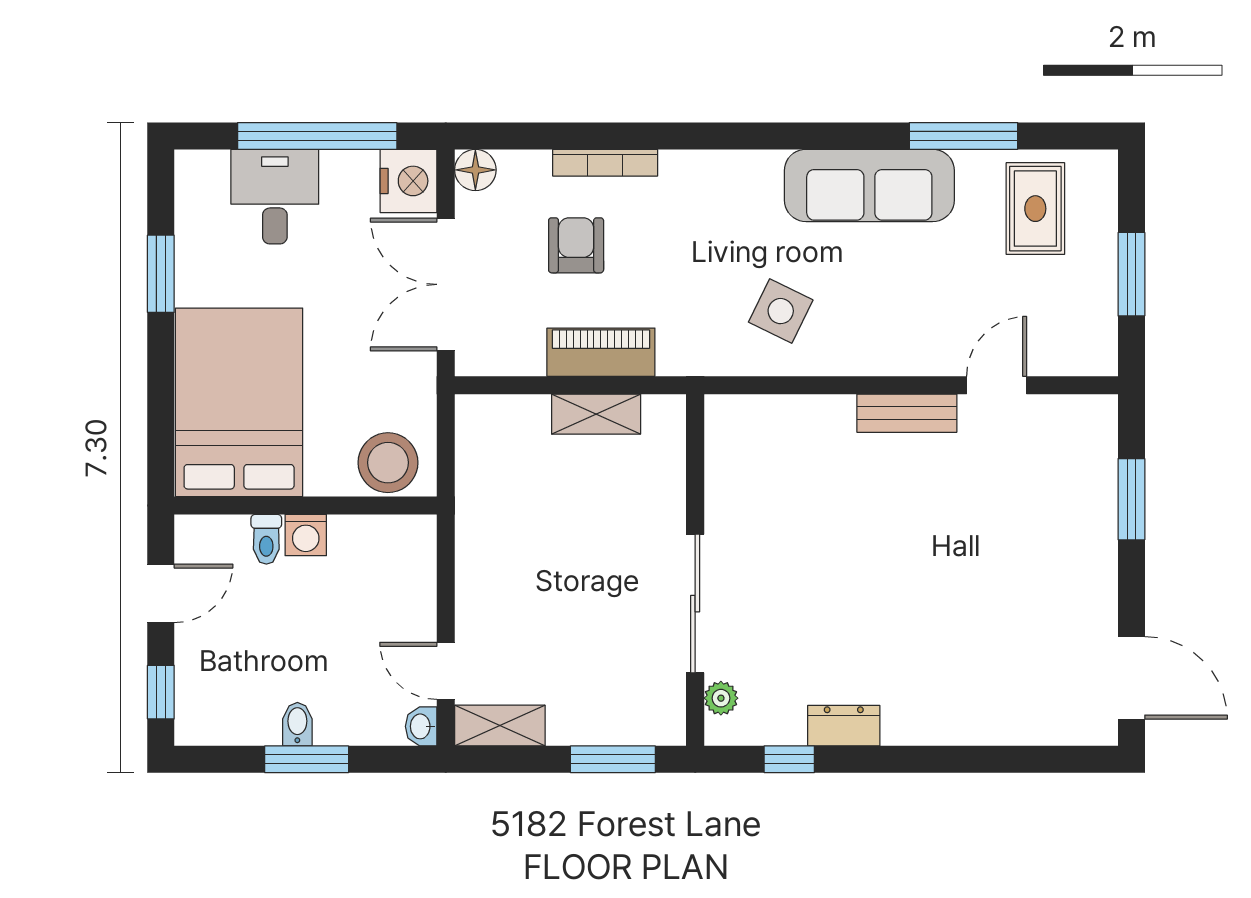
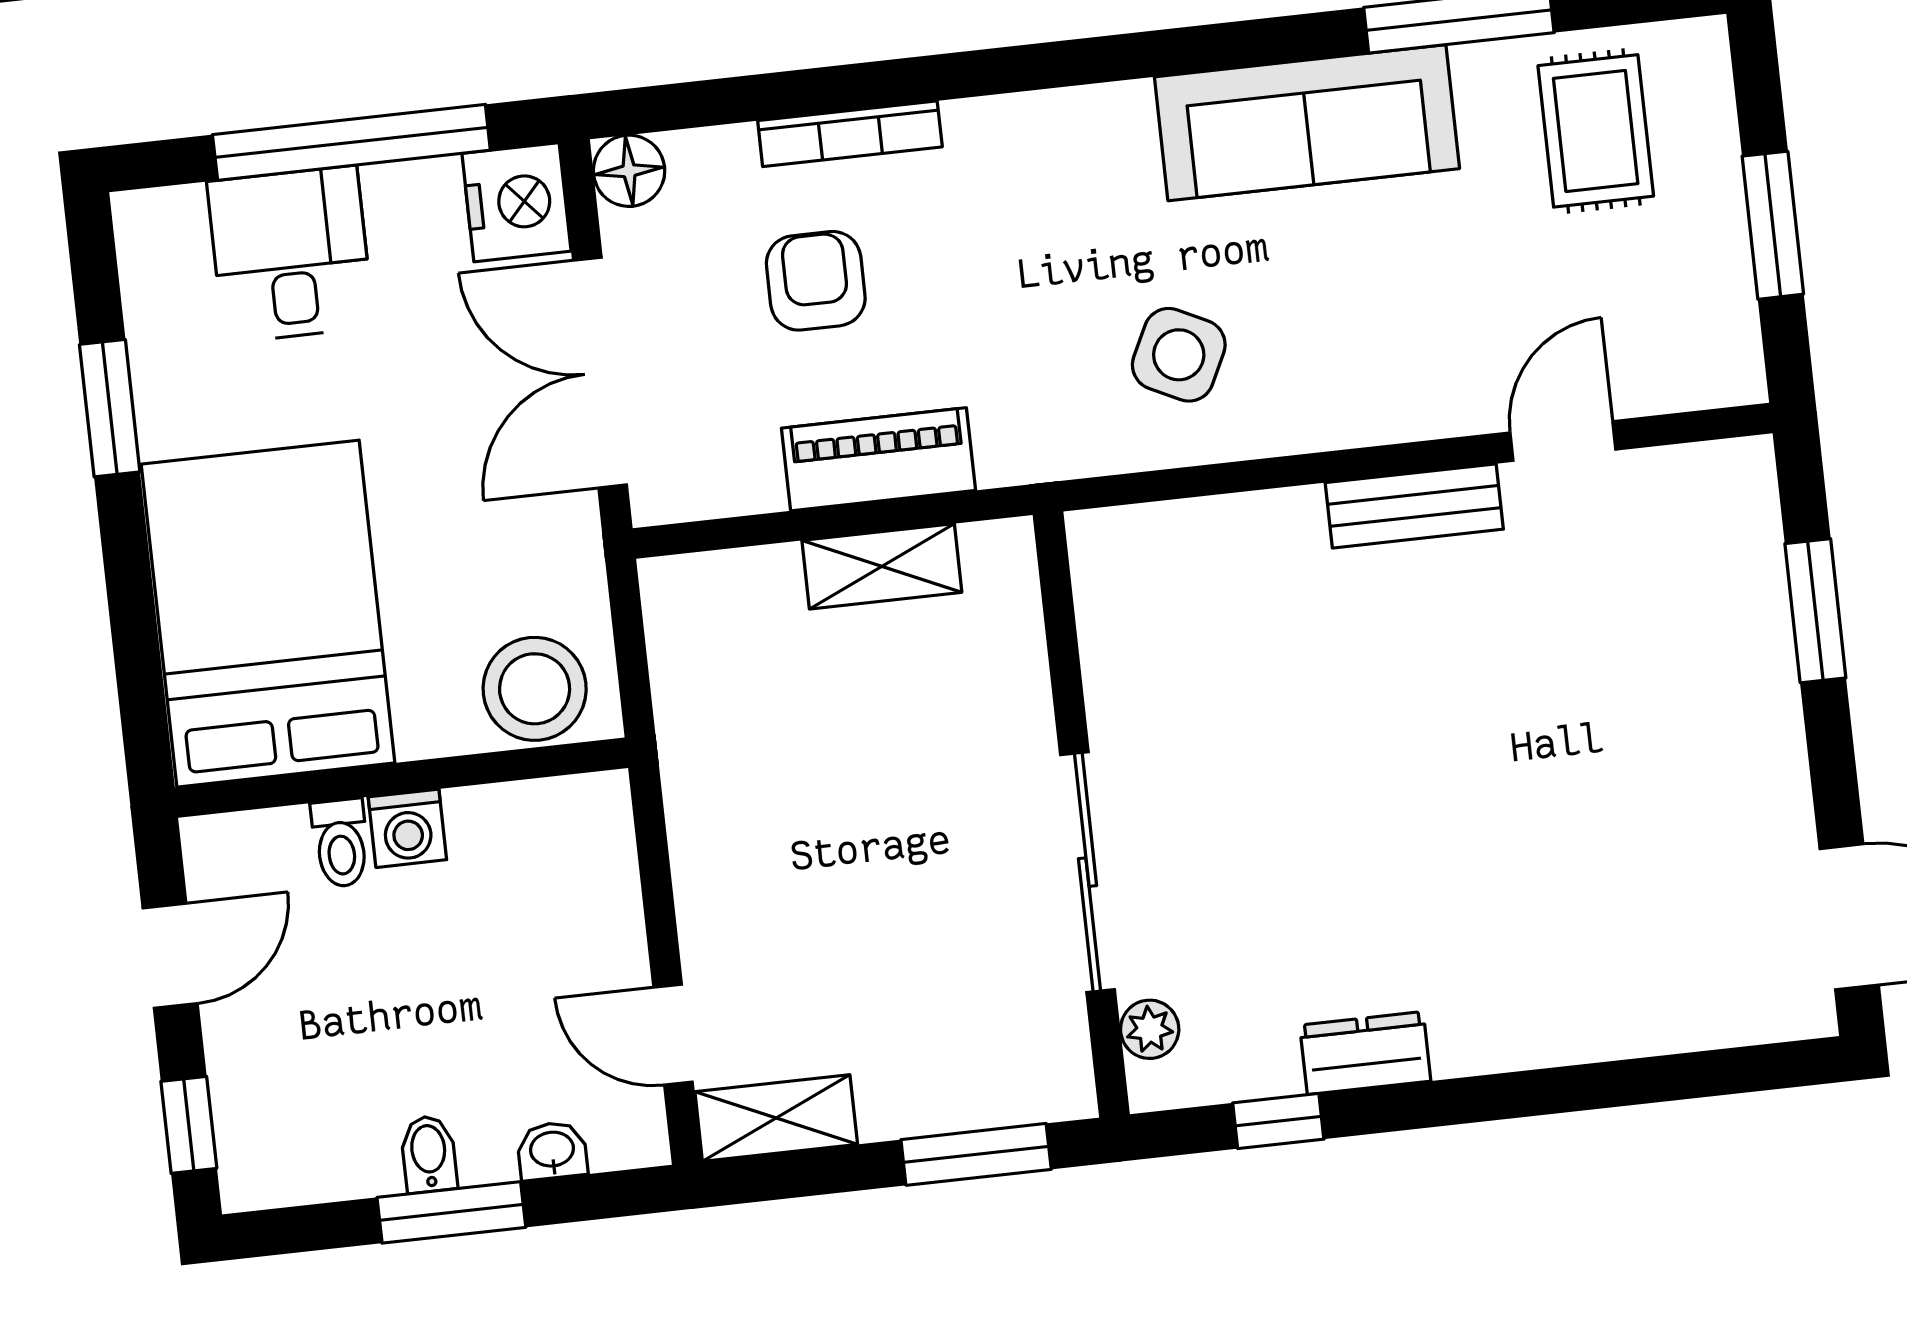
washbasin: (421, 726) -> (552, 1151), moved, turned 90

